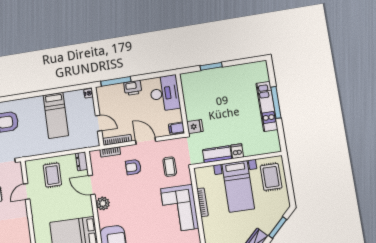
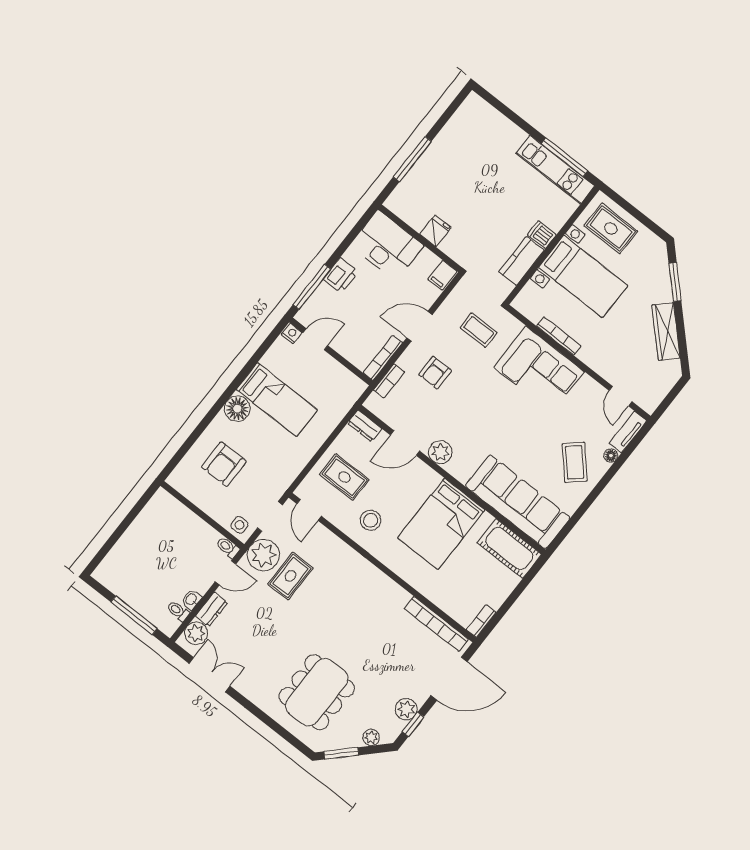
window: (211, 66) -> (412, 159), width x1.44
window: (276, 102) -> (565, 157), moved
floor lamp: (36, 104) -> (237, 409), added
kitchen unit: (267, 106) -> (555, 170), moved
door: (99, 123) -> (315, 339), moved
fridge: (195, 127) -> (435, 231), moved
door: (27, 191) -> (309, 510), moved
stool: (46, 204) -> (371, 520), added

